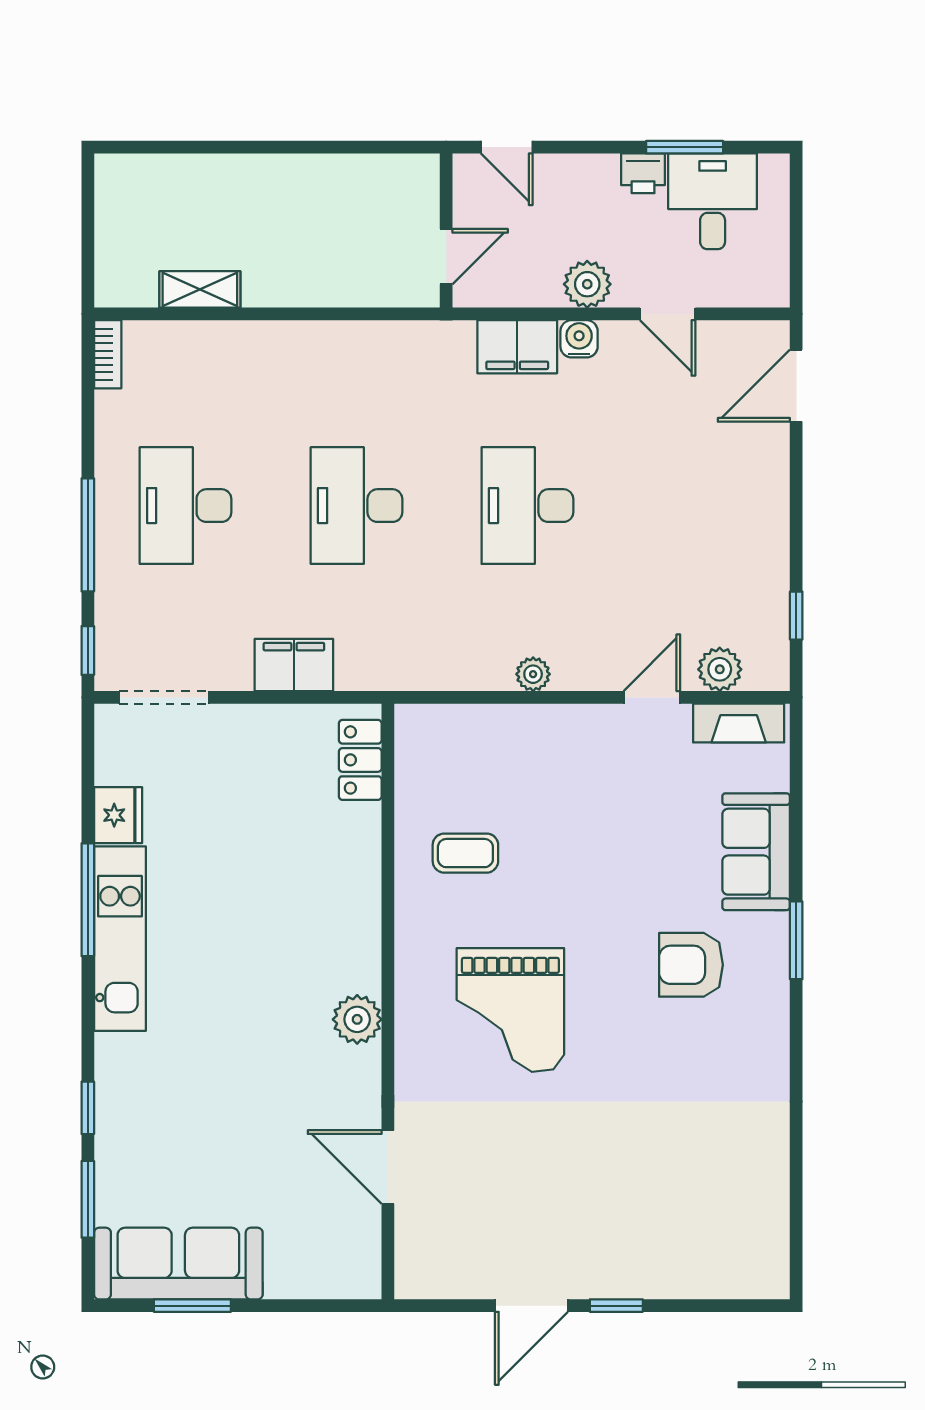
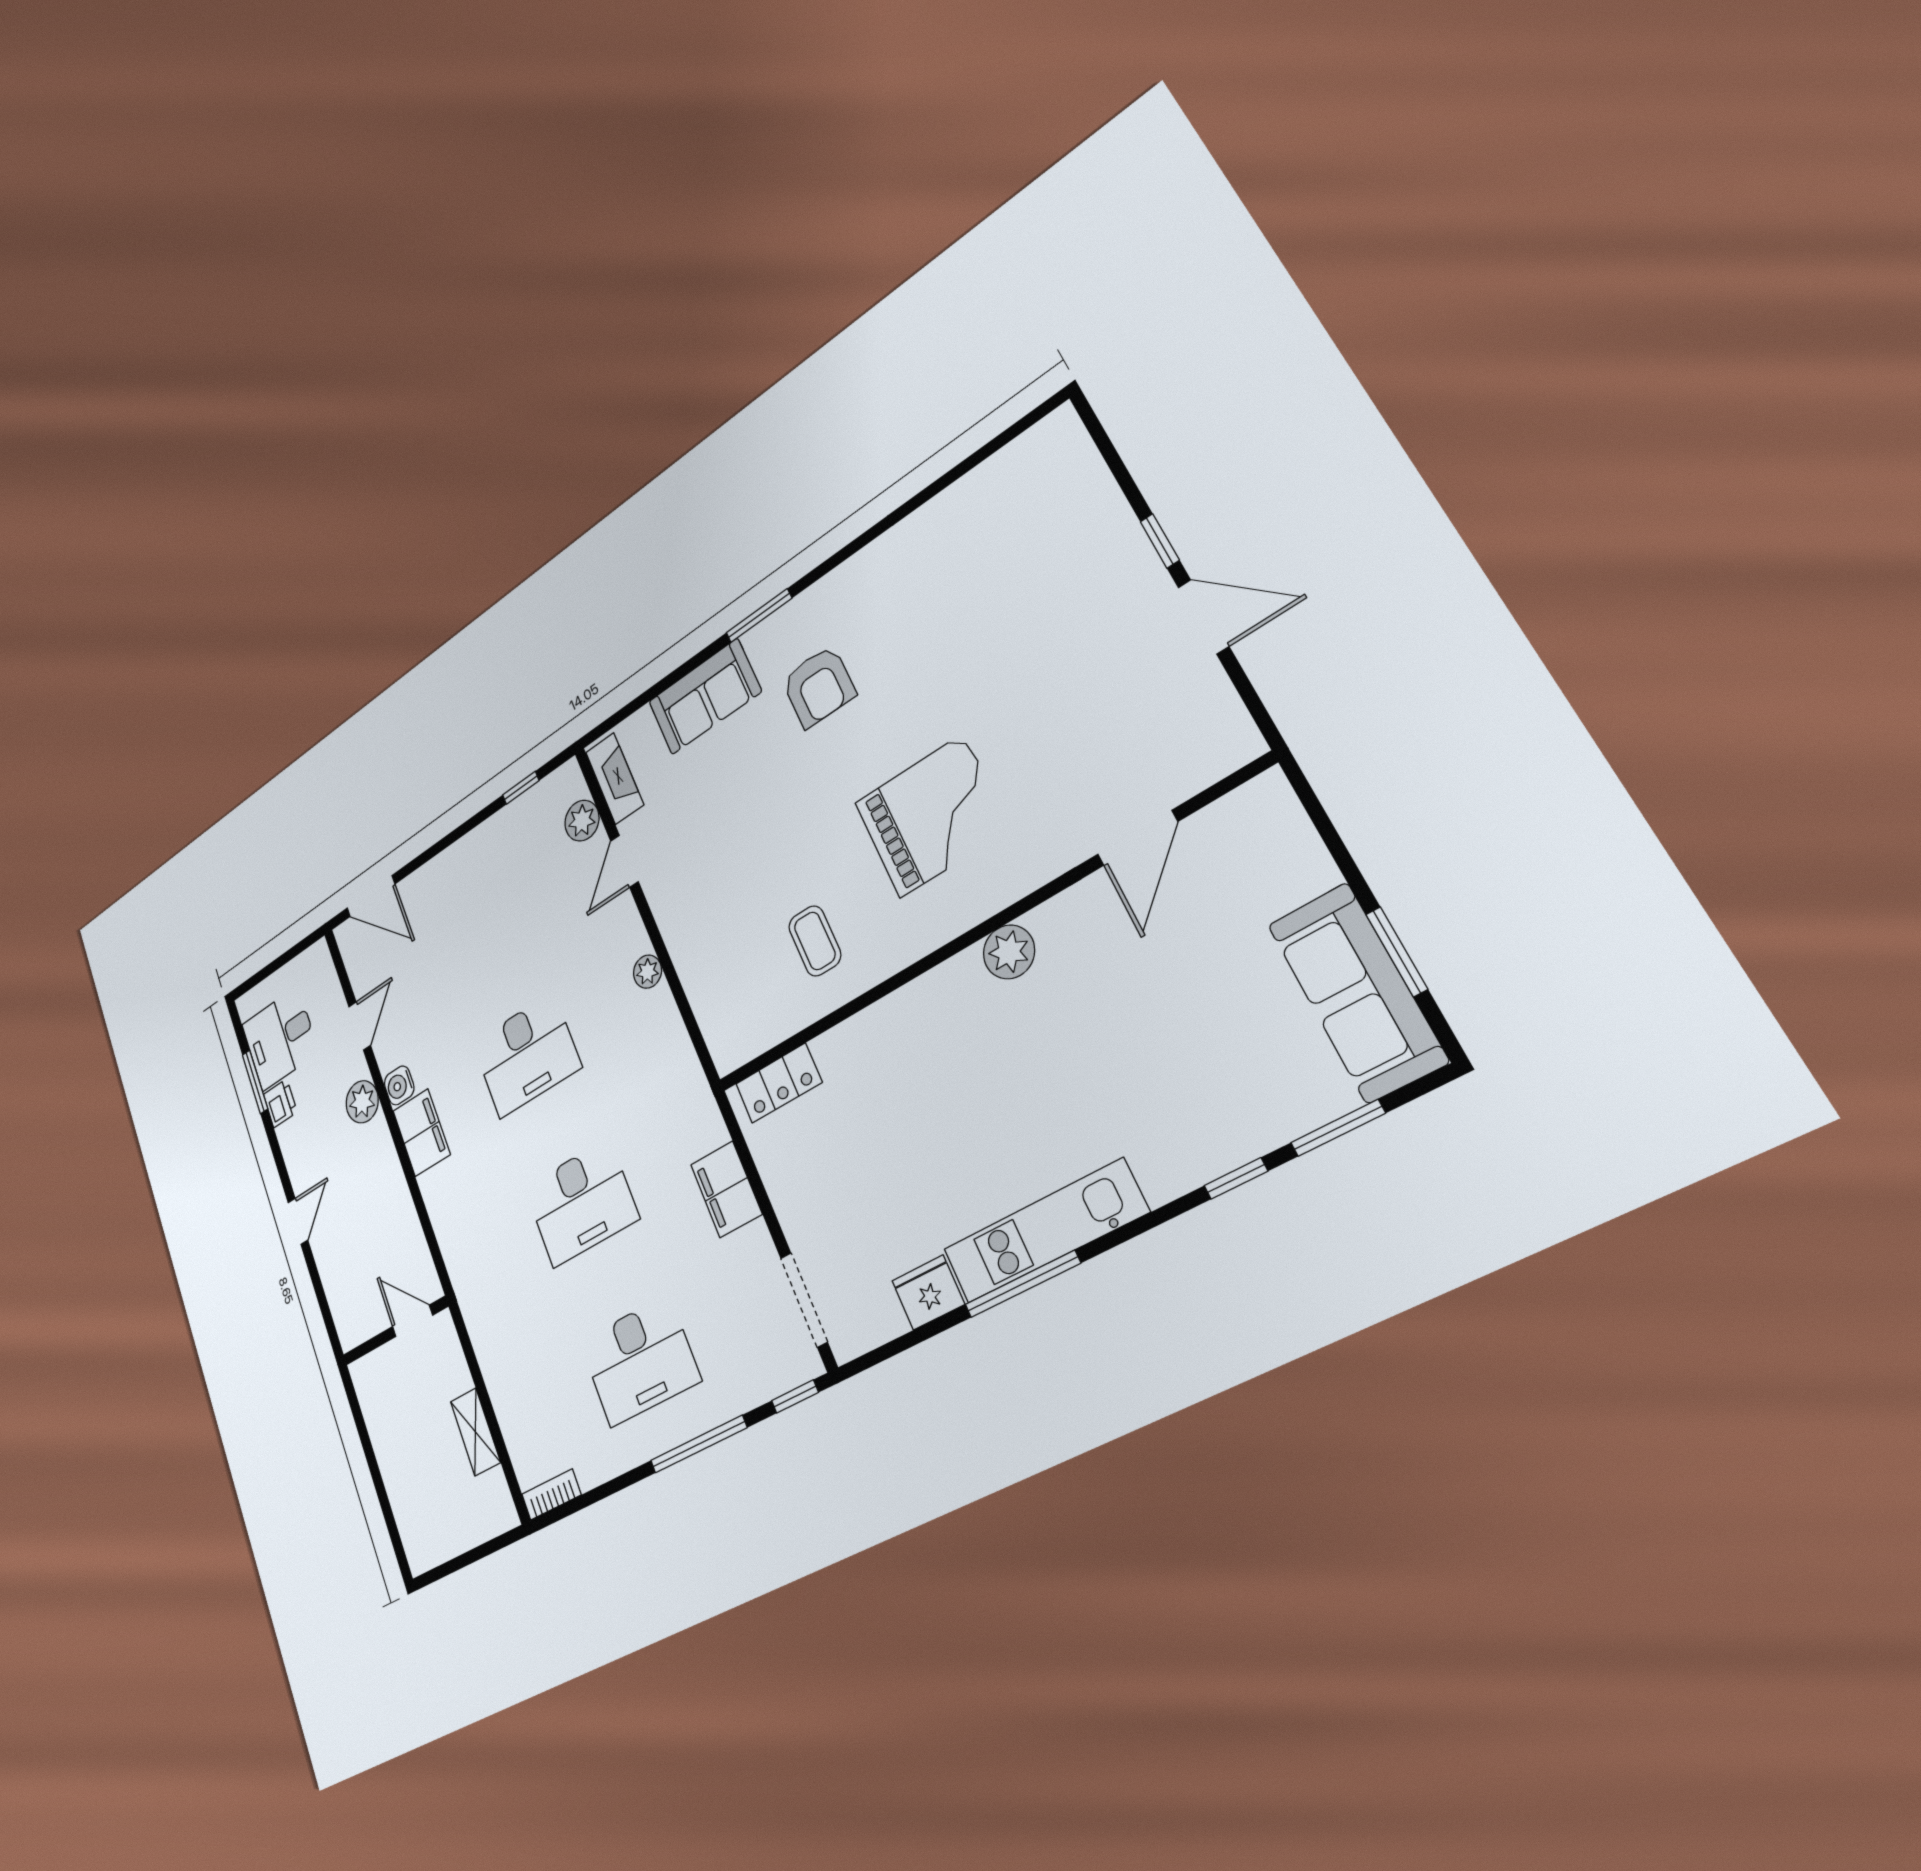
wall: (446, 231) -> (395, 1331), moved
door: (446, 257) -> (412, 1321), moved
door: (652, 697) -> (624, 861), hinge flipped

